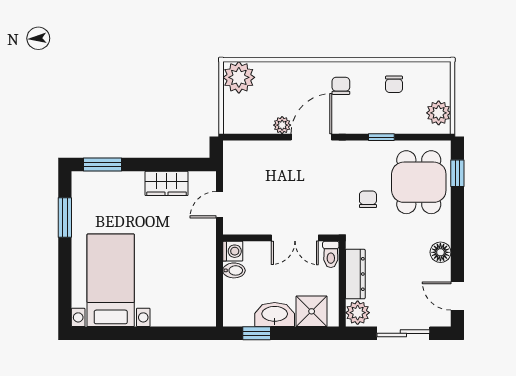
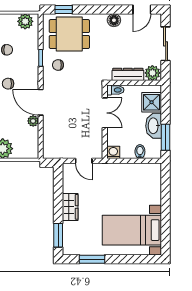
wardrobe: (167, 183) -> (70, 207), moved
chair: (368, 199) -> (58, 65), moved
bidet: (234, 270) -> (140, 152), moved
window: (257, 333) -> (166, 137), width x1.50

